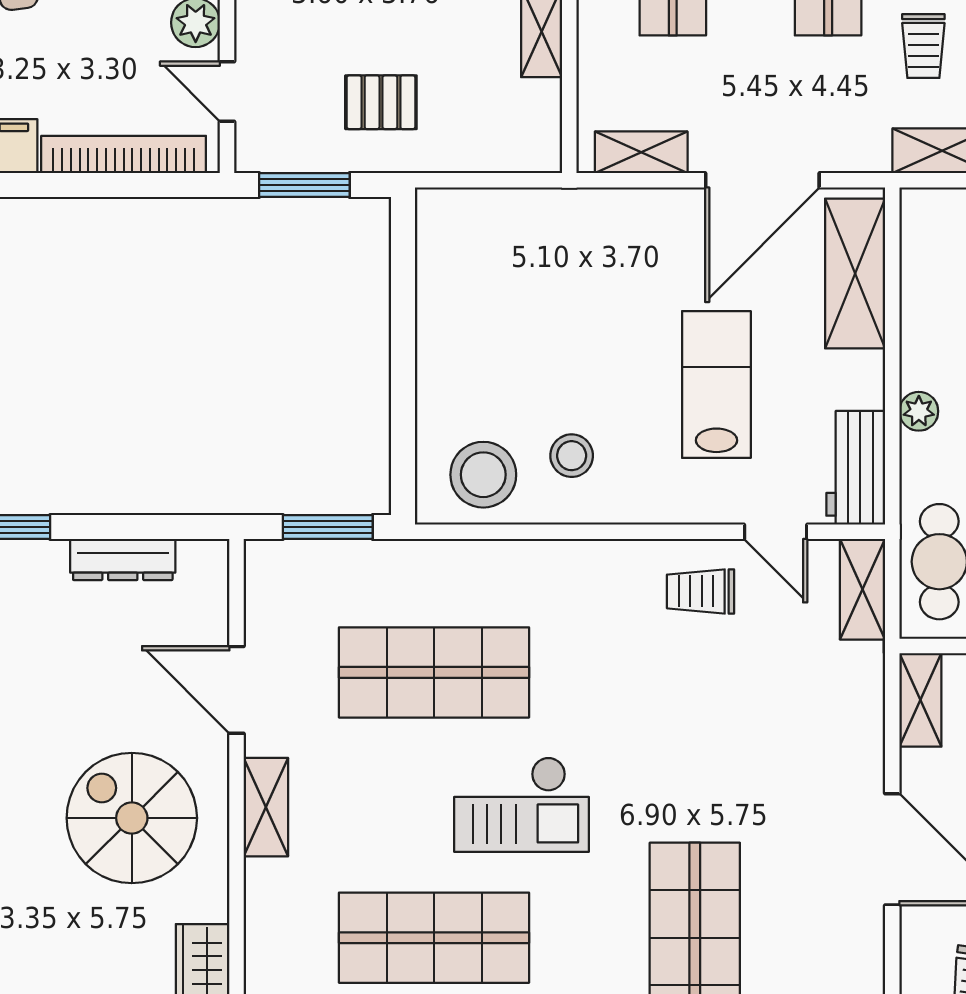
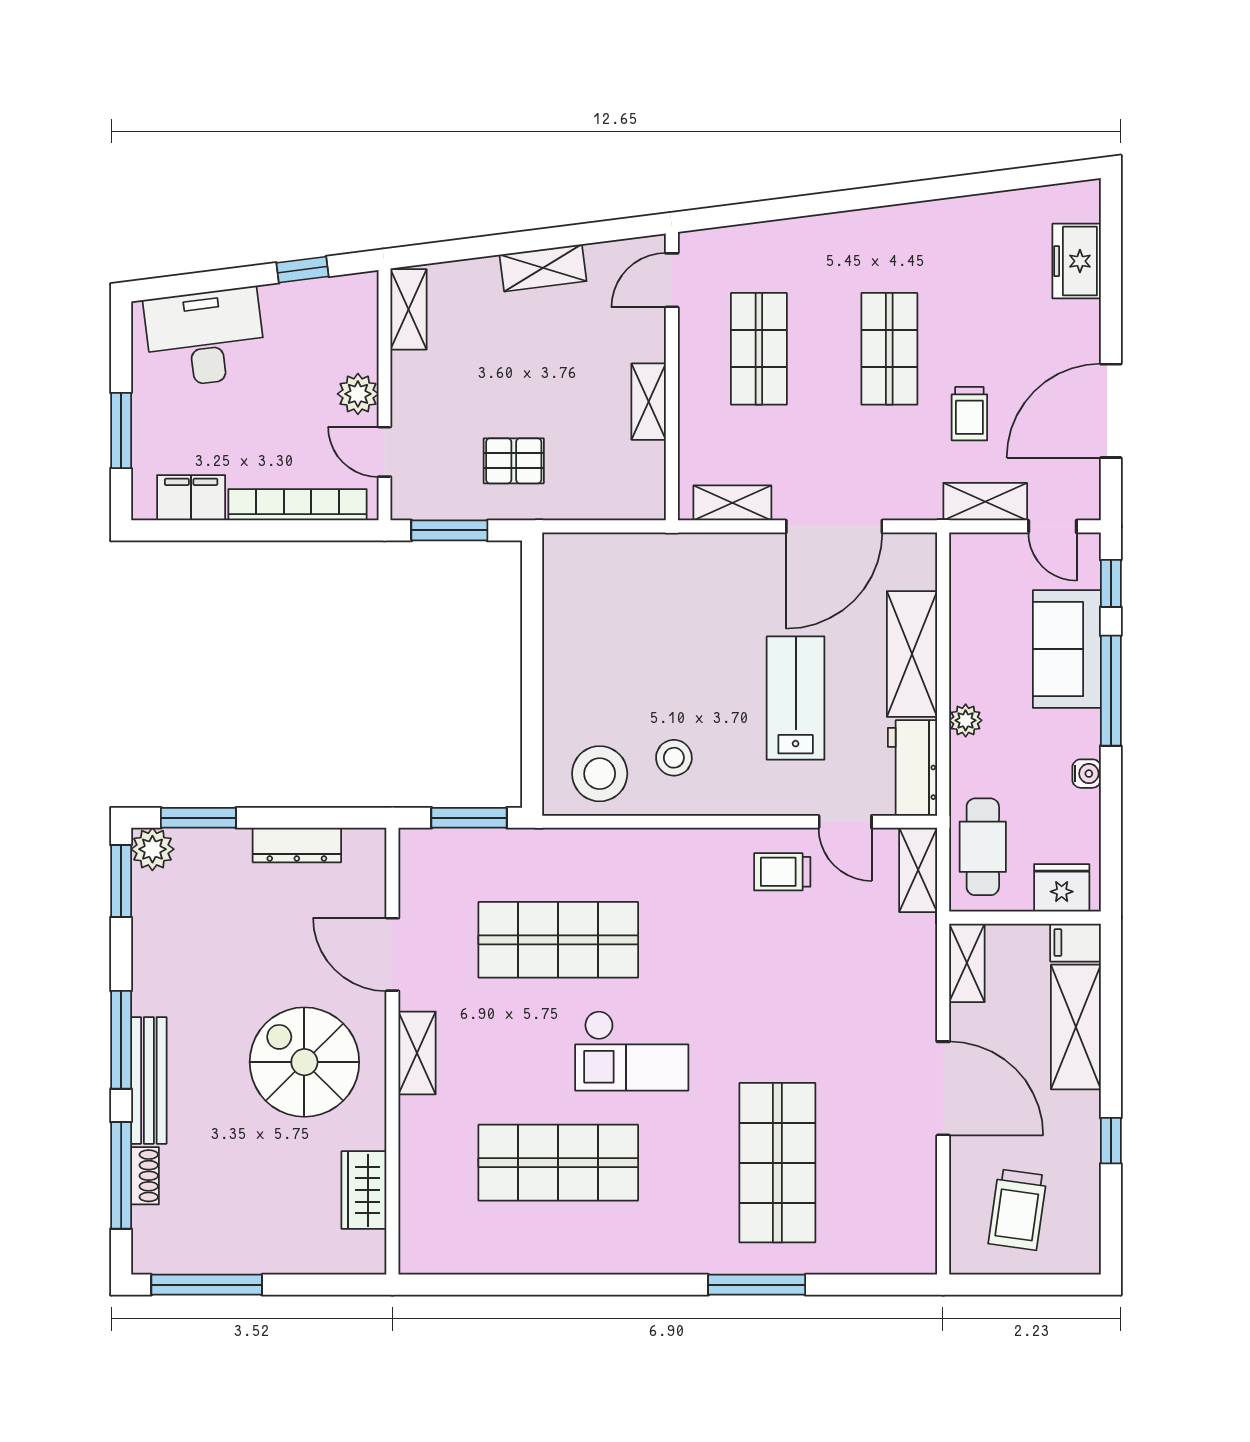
shelving: (855, 273) -> (912, 654), moved

